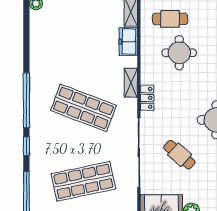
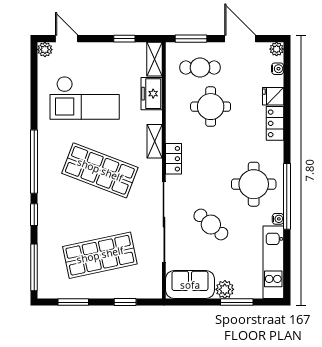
checkout: (70, 45) -> (85, 98), added

